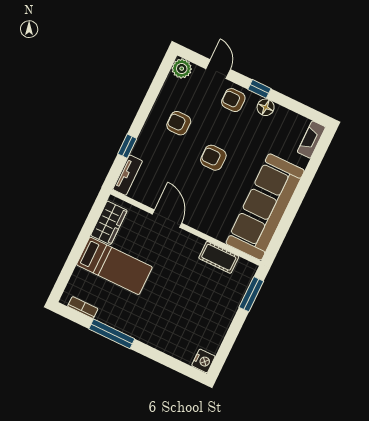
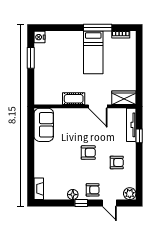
tv unit: (128, 175) -> (131, 125), width x1.41
sofa: (265, 207) -> (44, 125), width x0.54, depth x0.79
wardrobe: (109, 223) -> (124, 98), moved, turned 90
cot: (219, 257) -> (74, 99), moved
bed: (114, 266) -> (93, 52), moved, turned -90
window: (251, 294) -> (31, 58), moved

